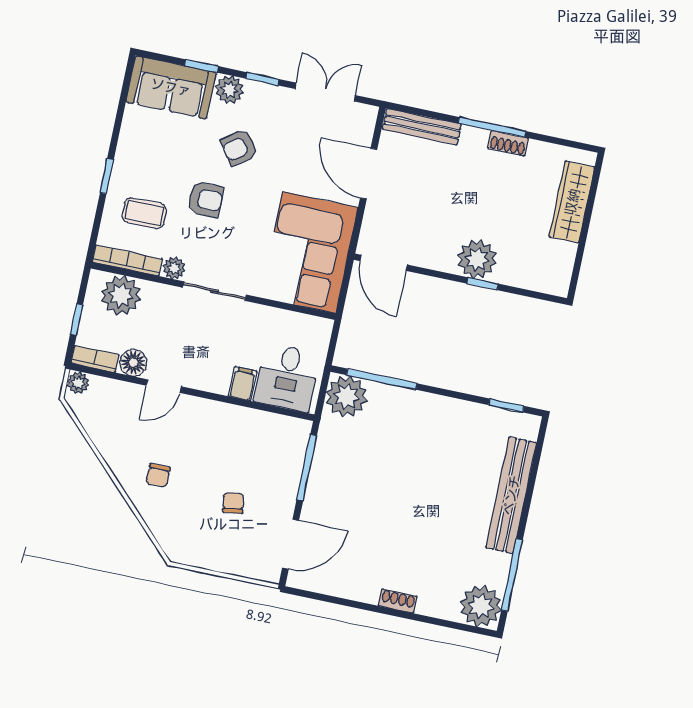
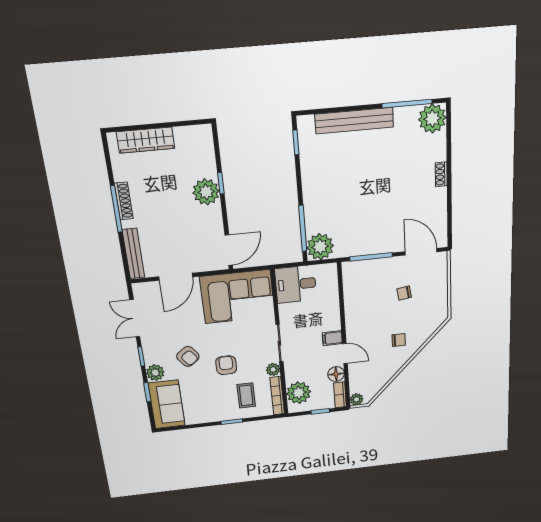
shoe rack: (508, 143) -> (124, 201), width x1.43
desk: (287, 377) -> (296, 284), moved, turned 180
filing cabinet: (243, 384) -> (332, 338), moved

